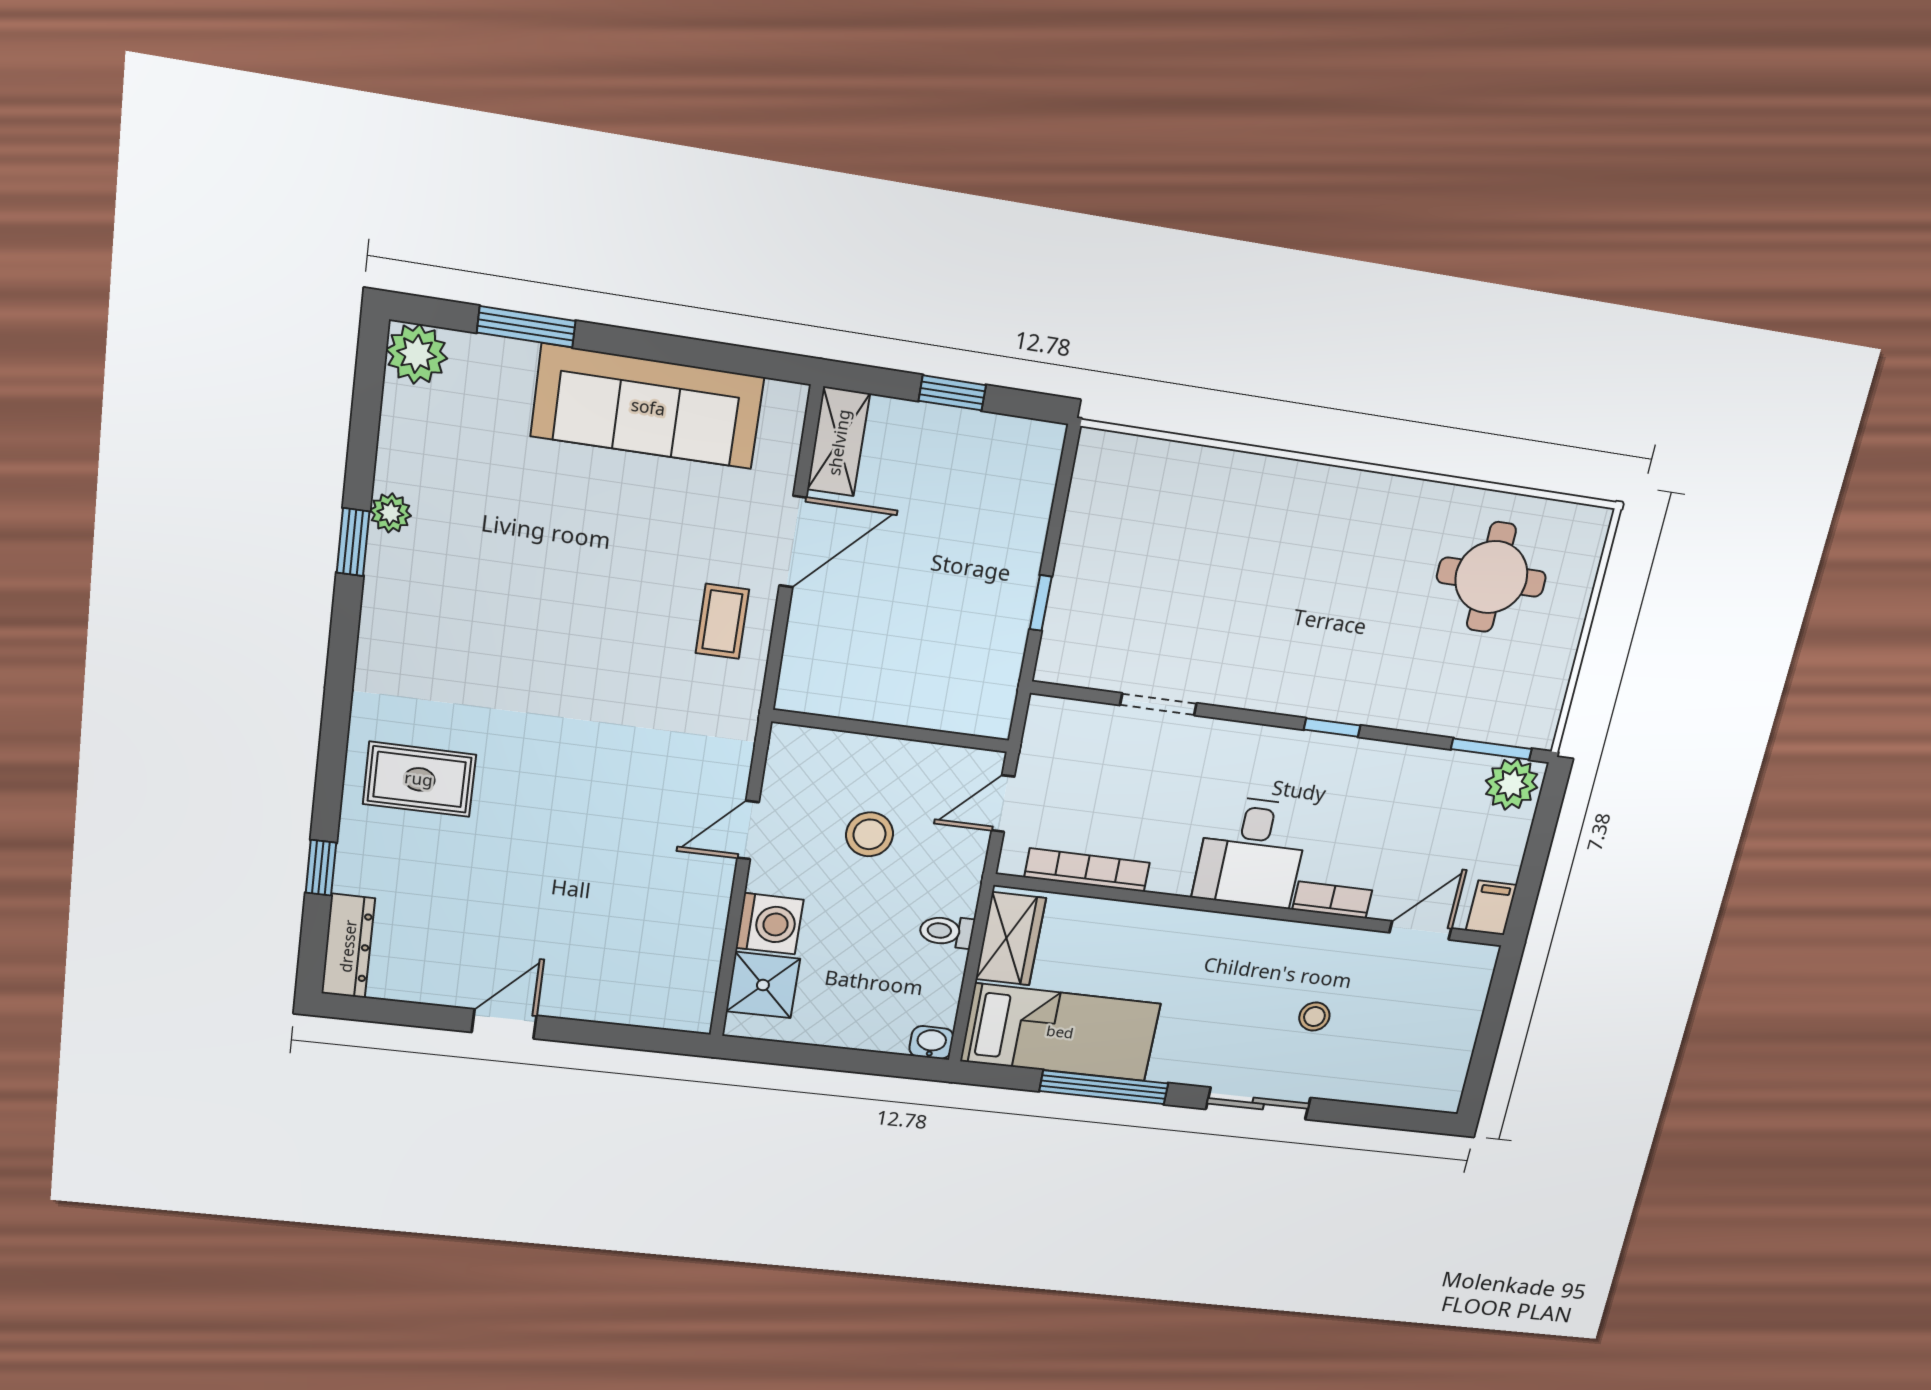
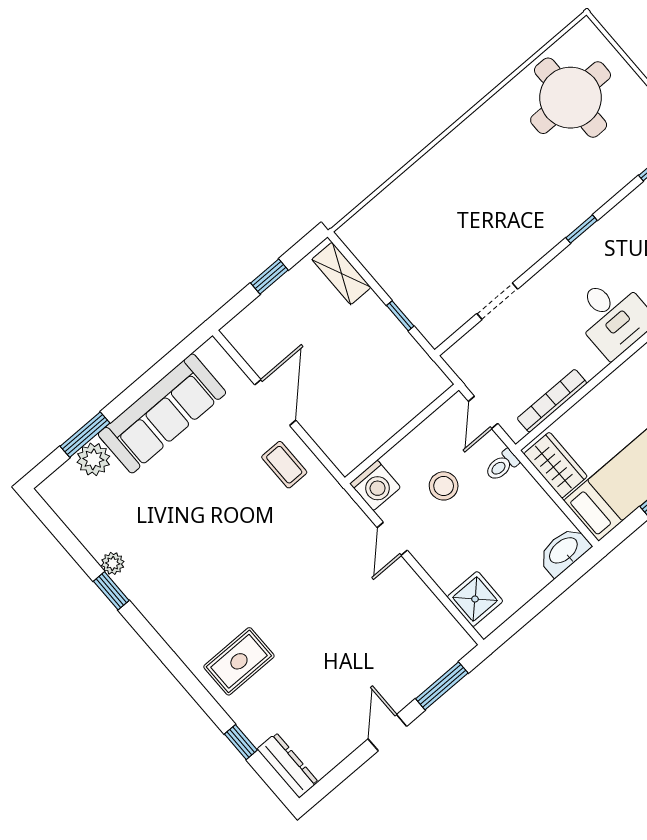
plant: (417, 354) -> (93, 459), moved
shelving: (839, 442) -> (341, 273), moved
round table: (1491, 577) -> (571, 98), width x1.36, depth x1.36
washing machine: (770, 924) -> (375, 485), moved, turned 90
toilet: (947, 931) -> (502, 465), moved
window: (621, 1036) -> (442, 686), added
washbasin: (931, 1043) -> (564, 551), width x1.91, depth x1.45

